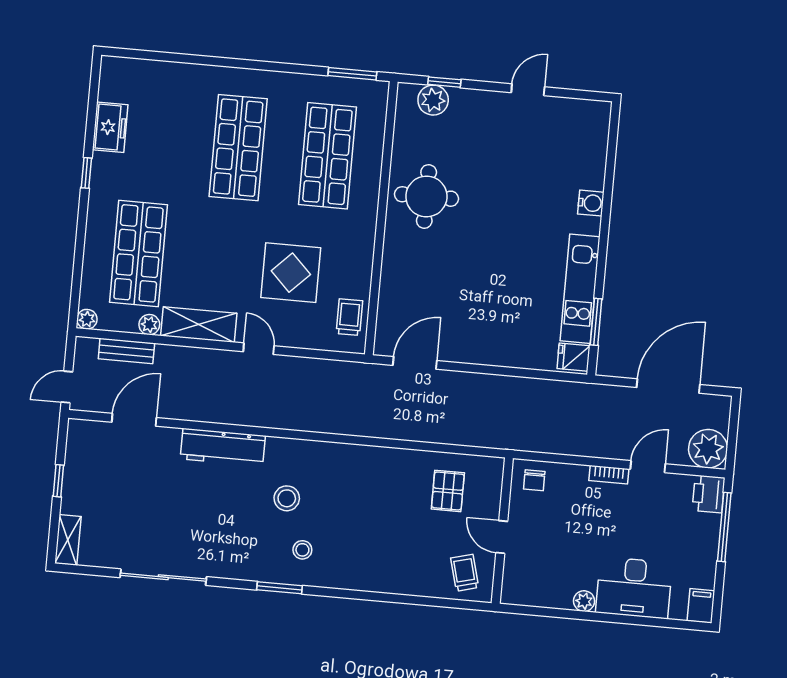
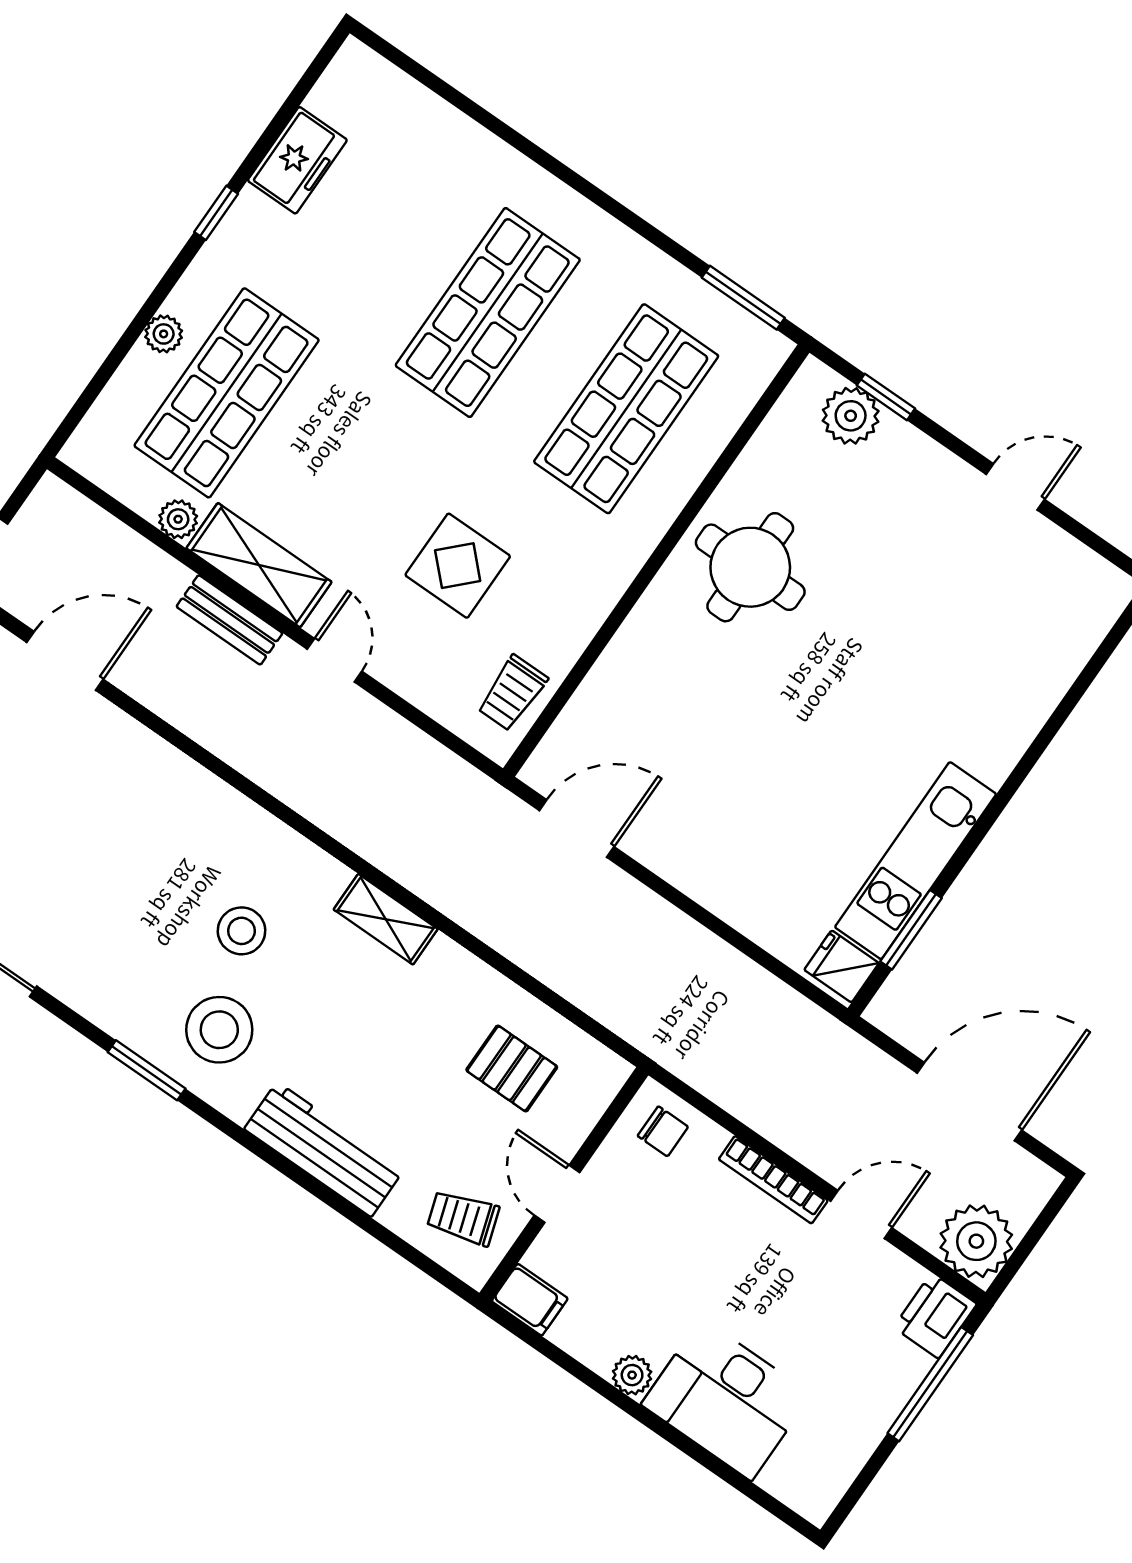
water cooler: (591, 203) -> (1013, 731), removed
display table: (291, 273) -> (458, 566), width x0.73, depth x0.73
trolley: (349, 317) -> (512, 693), turned 180
plant: (87, 319) -> (164, 334), moved
bench: (126, 351) -> (229, 620), moved
workbench: (223, 447) -> (324, 1149), moved, turned 180
shelving: (350, 455) -> (386, 919), added
bookcase: (609, 475) -> (773, 1180), width x1.56
chair: (534, 480) -> (663, 1131), turned -90
pallet: (448, 491) -> (512, 1069), turned 90
stool: (302, 550) -> (219, 1030), width x1.89, depth x1.89
trolley: (465, 573) -> (463, 1218), turned -93
filing cabinet: (701, 606) -> (530, 1300), moved, turned 90

